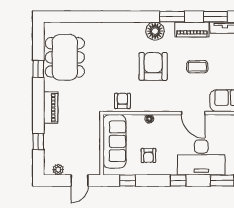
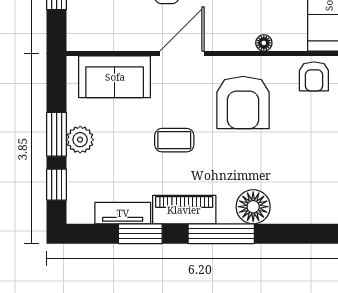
window: (172, 17) -> (221, 234), width x1.44
armchair: (153, 66) -> (243, 103), moved
door: (193, 113) -> (182, 54), hinge flipped

